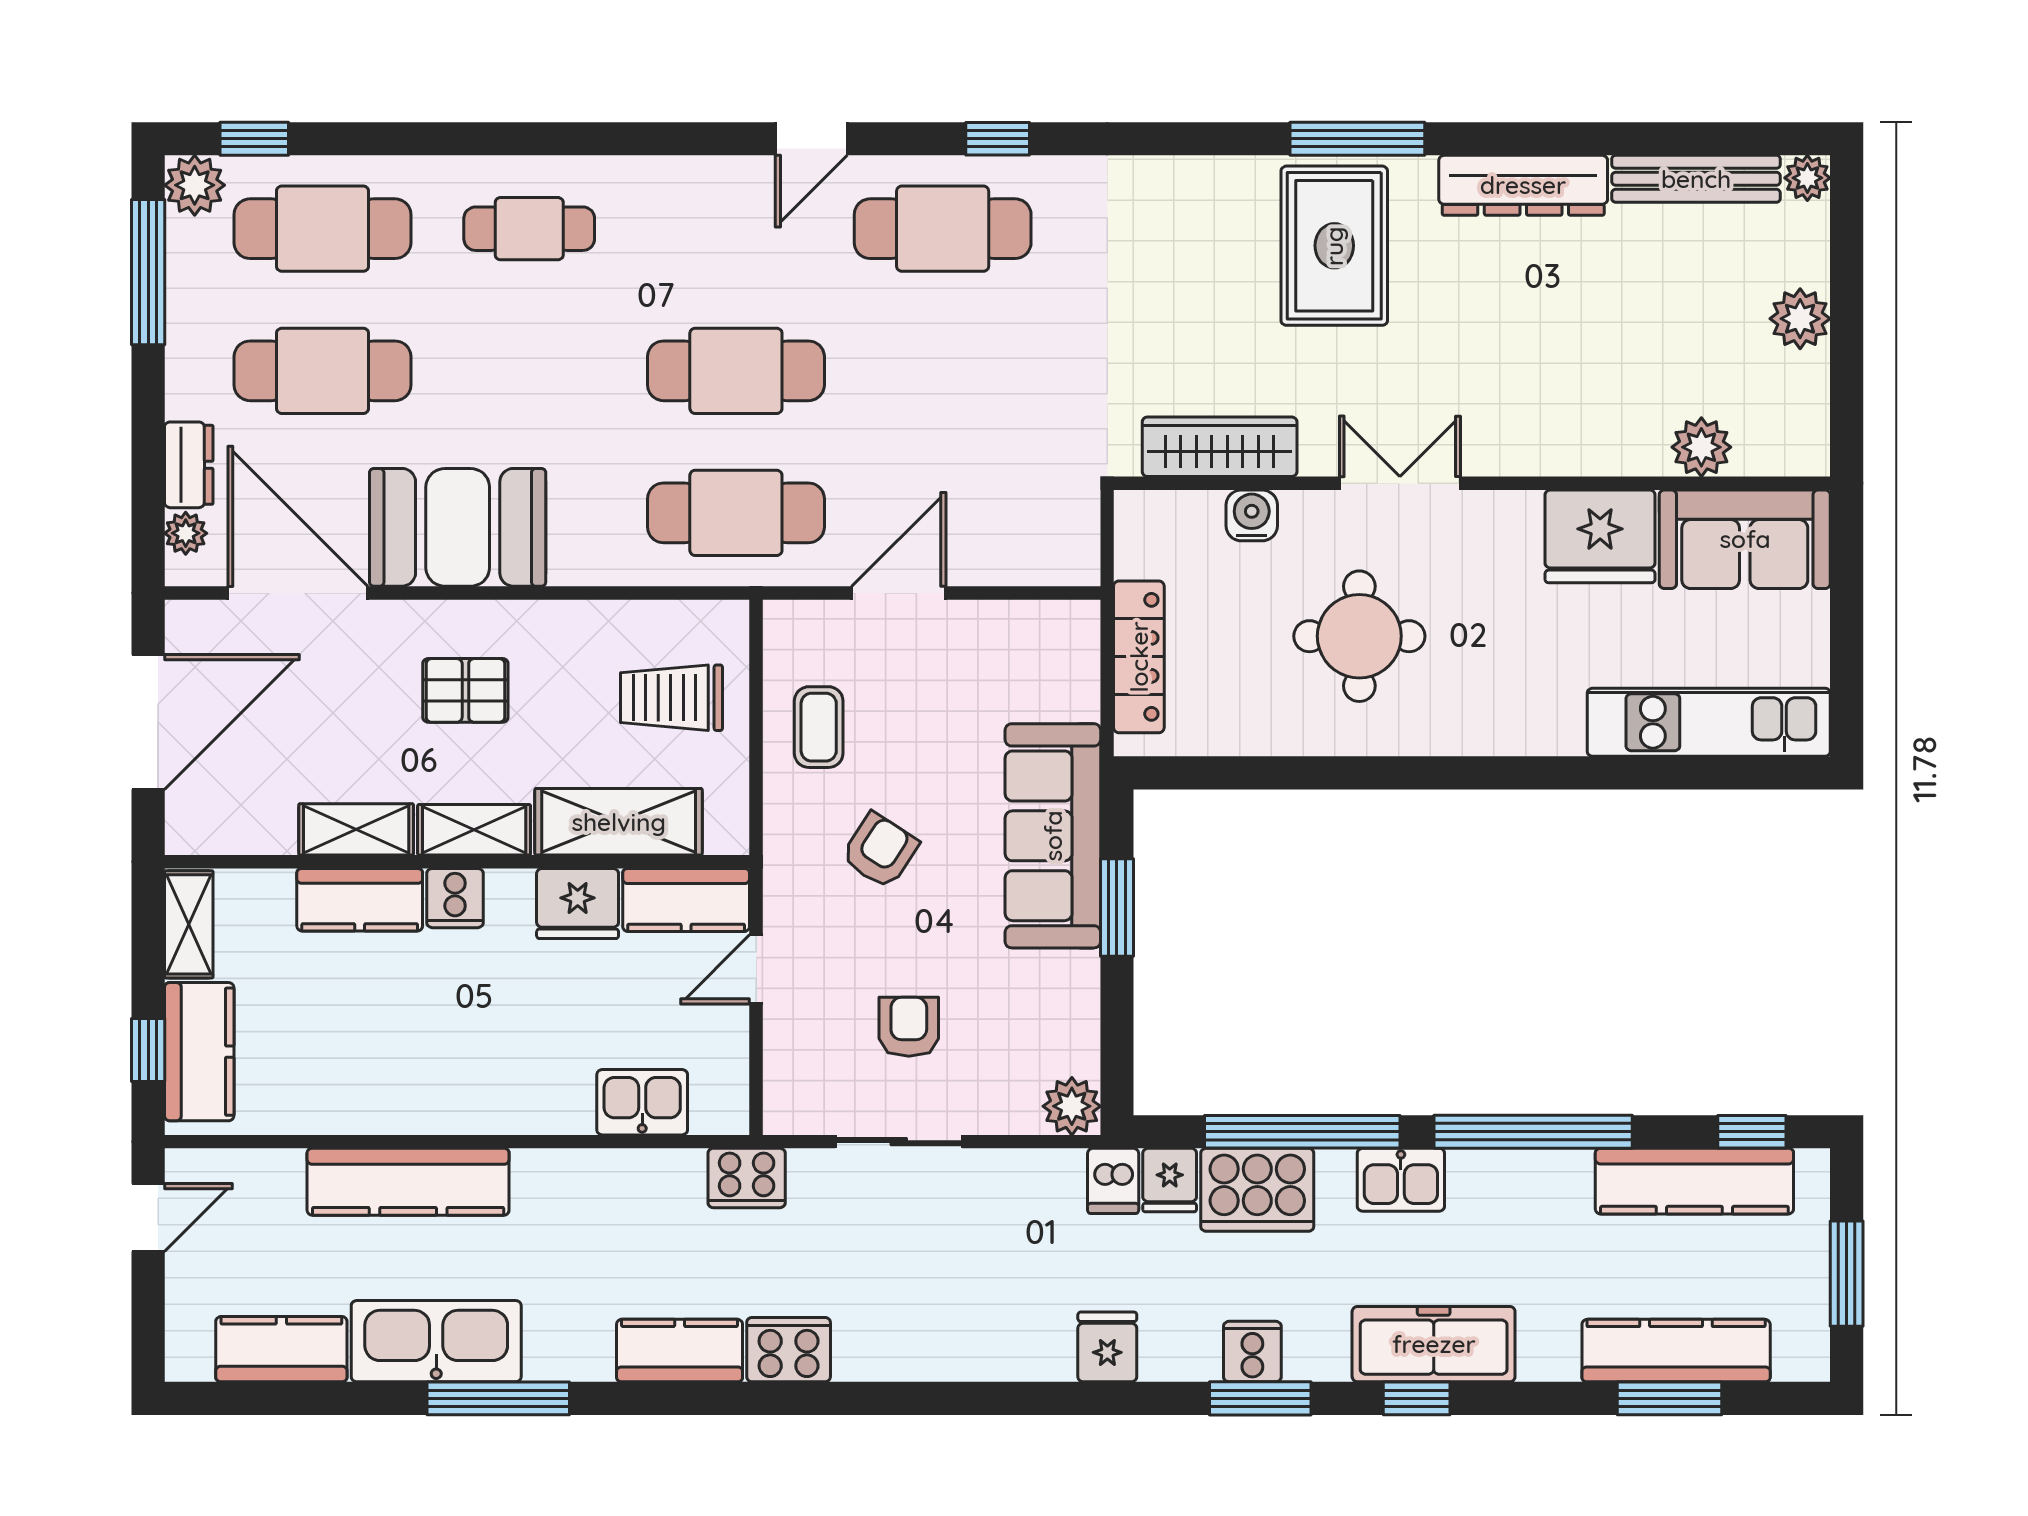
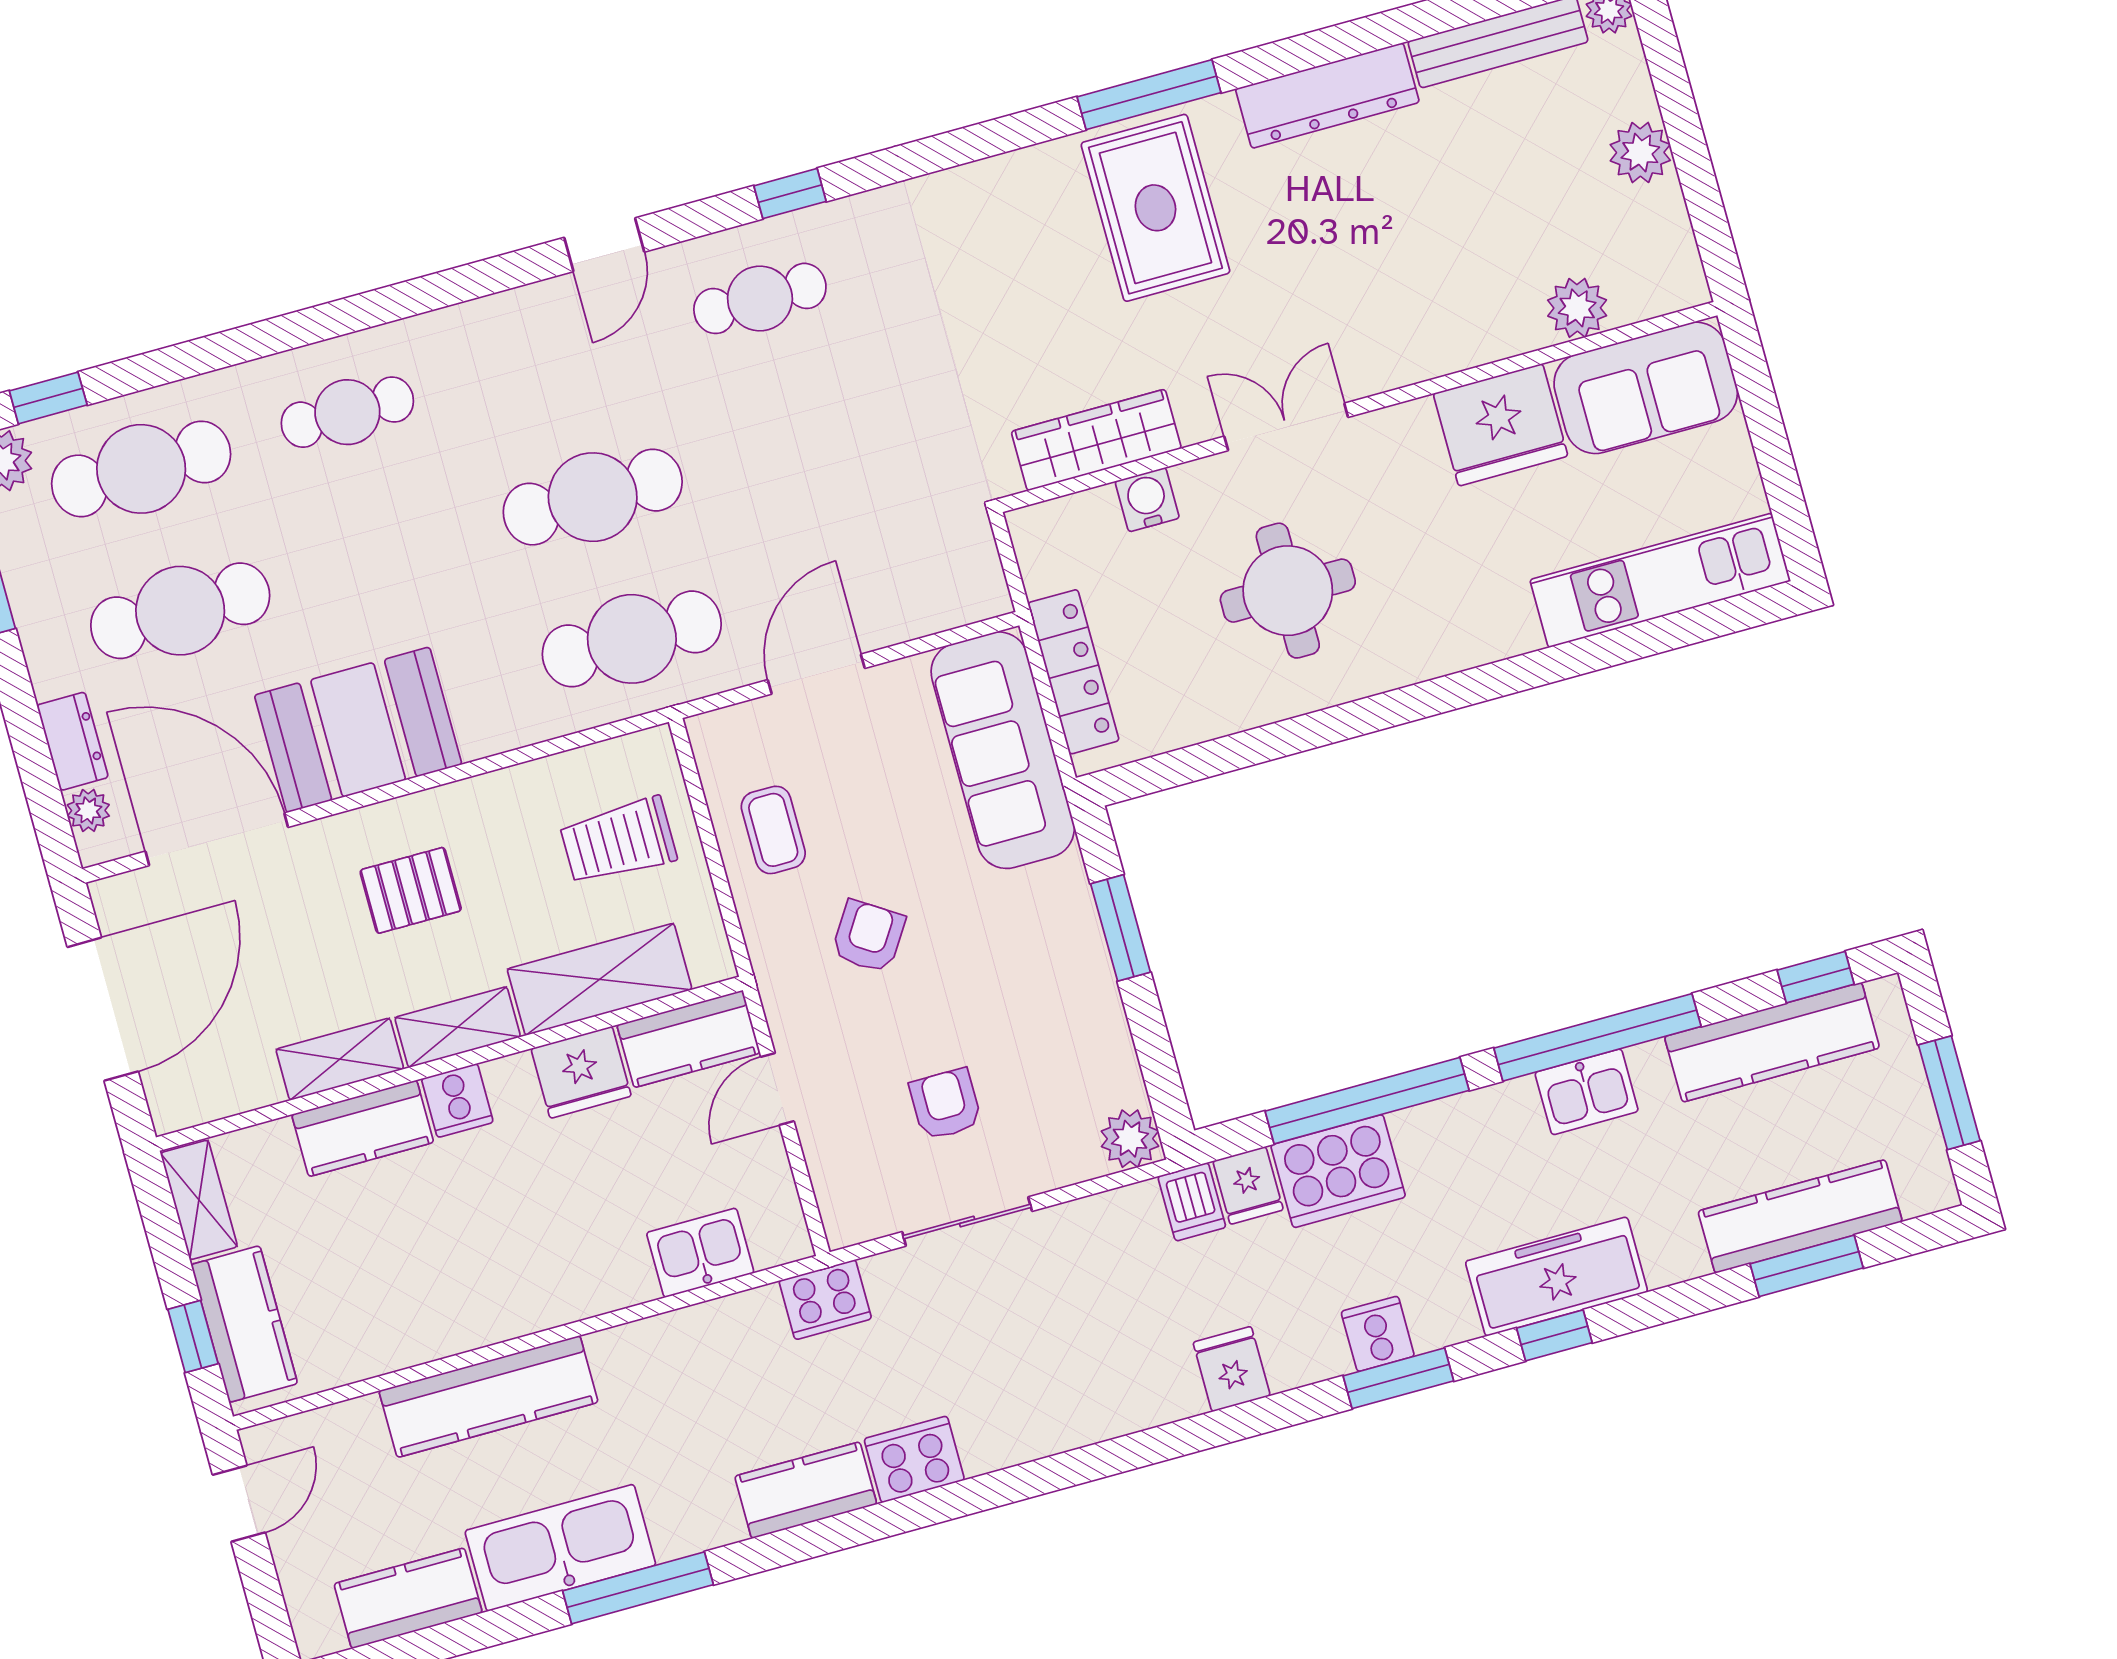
cafe table: (943, 229) -> (760, 298), width x0.73, depth x0.74
sofa: (1053, 836) -> (1003, 750), moved
kitchen sink: (1401, 1180) -> (1587, 1092), moved

